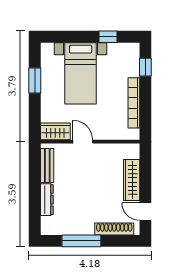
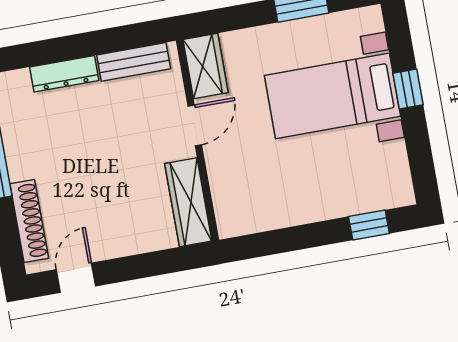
window: (108, 37) -> (408, 89), moved
bookcase: (134, 103) -> (292, 215), removed
wardrobe: (132, 180) -> (188, 202), moved, turned -90

